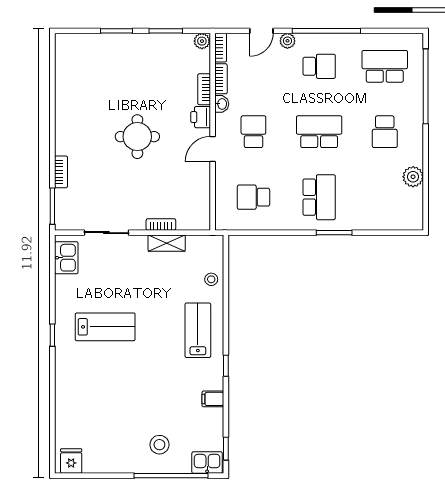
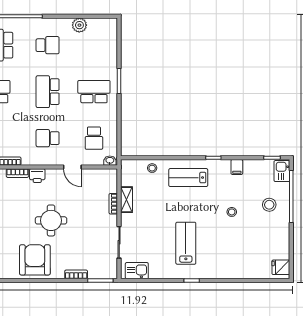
washbasin: (222, 104) -> (110, 161), moved
armchair: (82, 114) -> (35, 260), added
door: (213, 149) -> (72, 167), moved
stool: (149, 392) -> (232, 212), added

